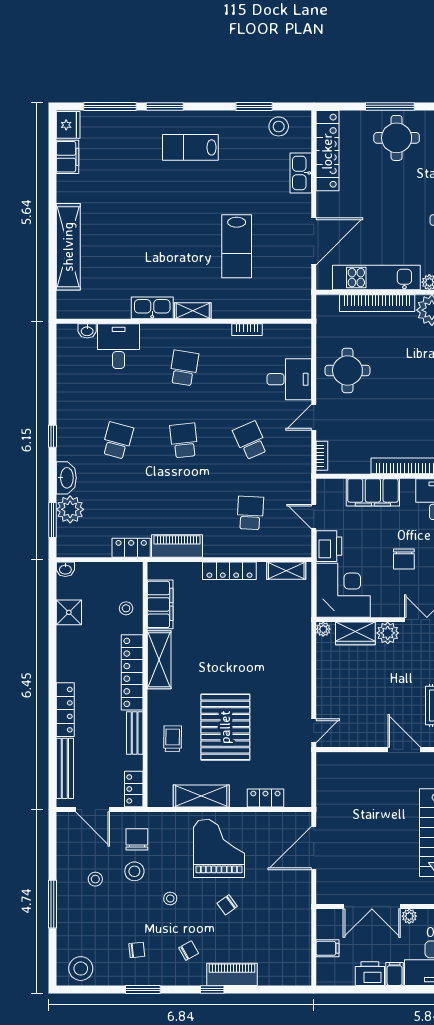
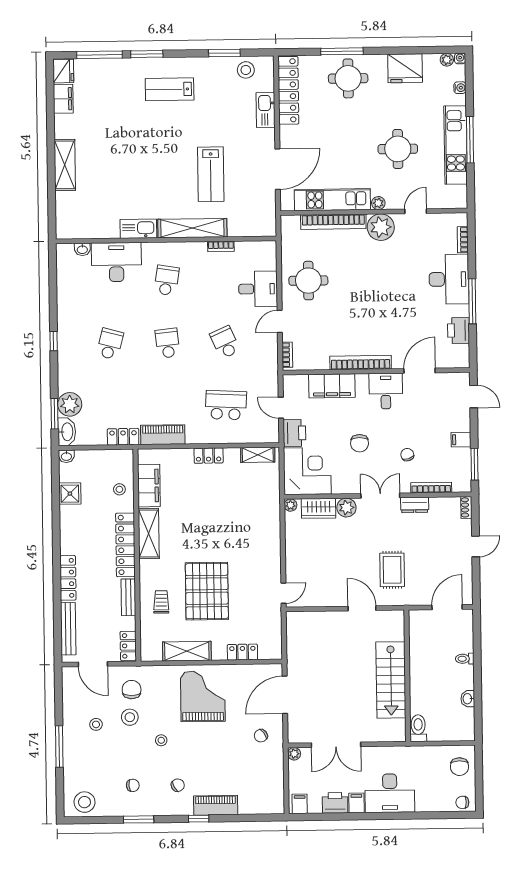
shelving: (68, 247) -> (65, 165), width x0.68
shelving: (193, 311) -> (192, 228), width x2.20, depth x1.33
desk: (119, 346) -> (116, 262), width x1.37
washbasin: (66, 478) -> (67, 432), moved
school desk: (250, 513) -> (226, 405), width x1.85
locker: (229, 571) -> (209, 456), width x0.66
chair: (227, 905) -> (261, 736), moved
plant: (409, 916) -> (294, 754), moved
filing cabinet: (327, 948) -> (300, 804), moved, turned -90

